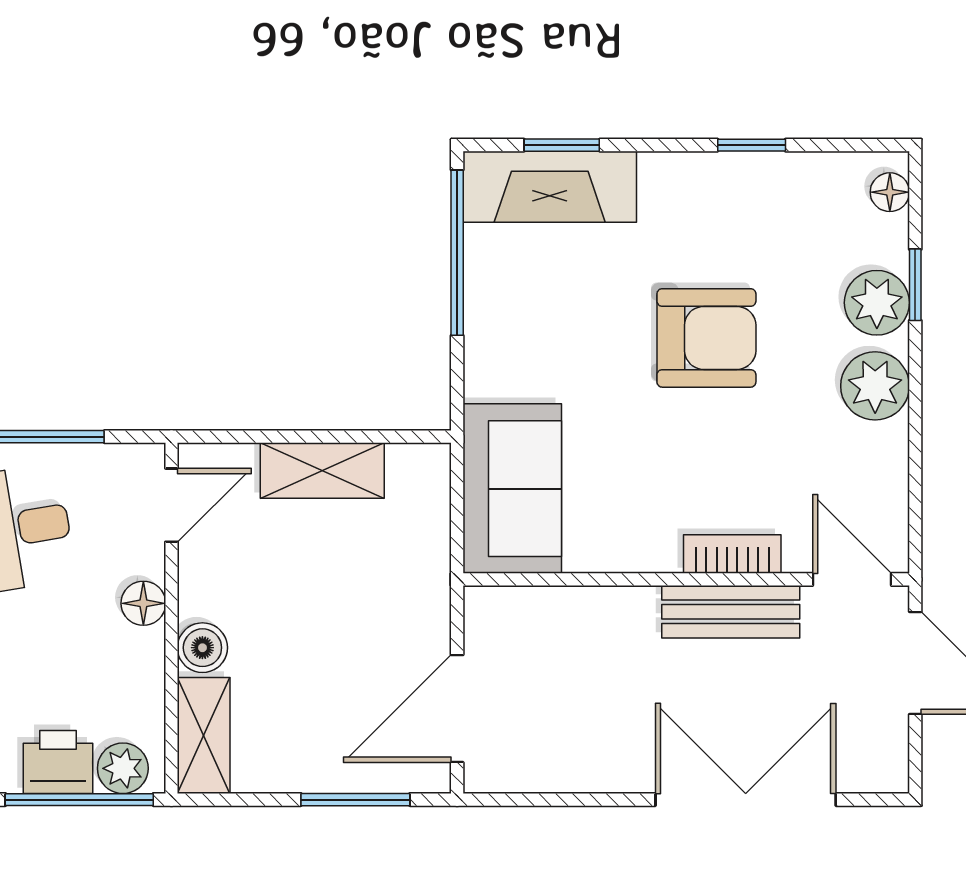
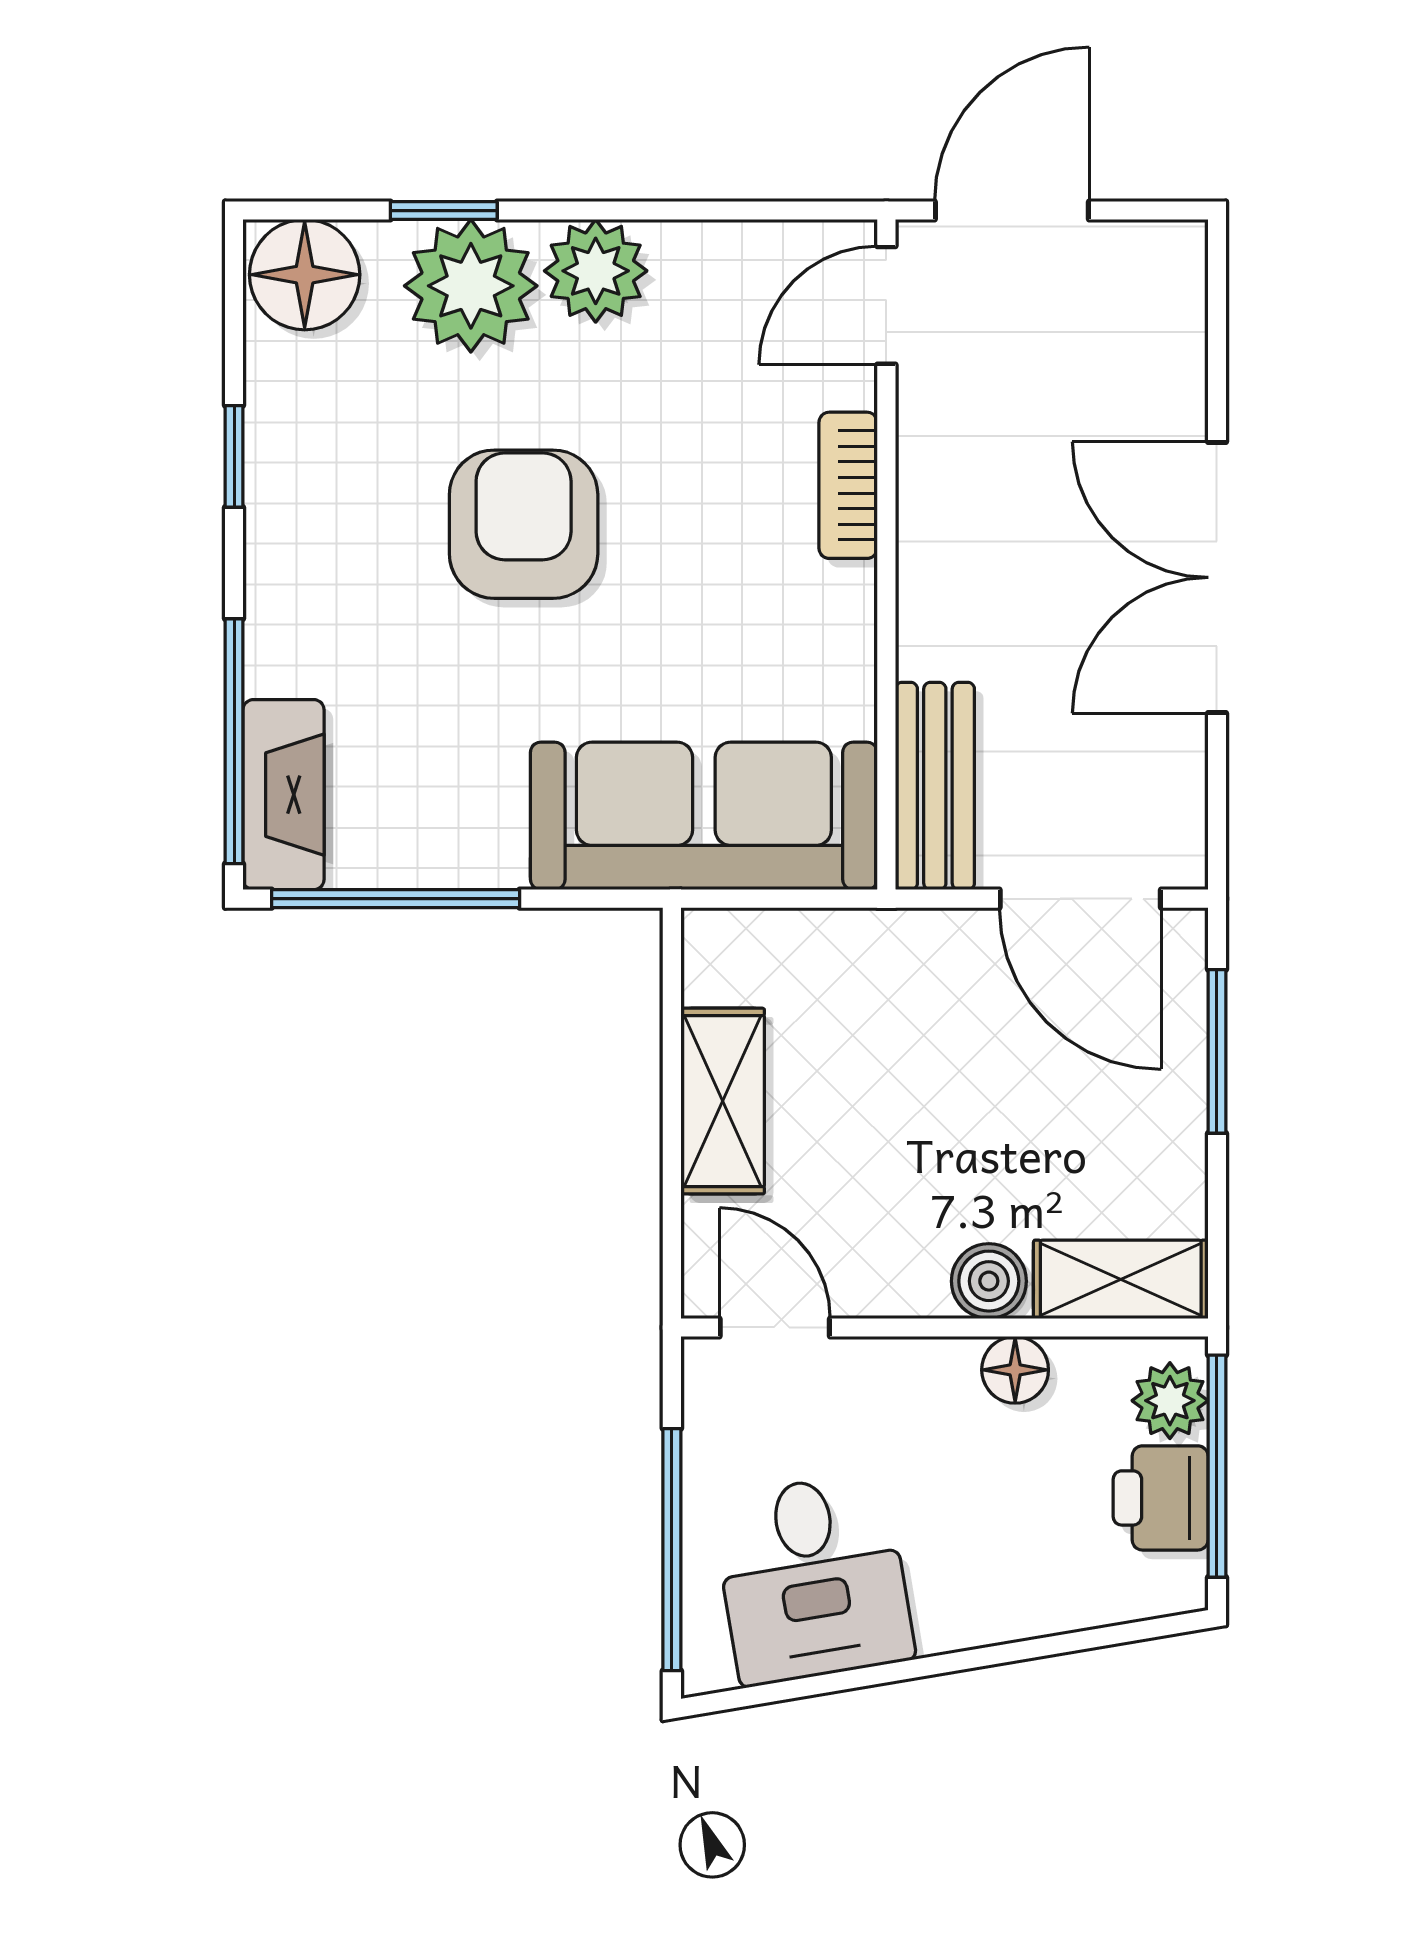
window: (562, 145) -> (234, 741), width x2.17
fireplace: (550, 187) -> (284, 795), width x0.73, depth x0.76
floor lamp: (890, 192) -> (305, 275), width x1.89, depth x1.89
plant: (877, 303) -> (471, 286), width x1.36, depth x1.36
sofa: (512, 489) -> (704, 816), width x1.36
floor lamp: (143, 603) -> (1015, 1370), moved
bench: (731, 612) -> (935, 786), moved
double door: (746, 800) -> (1217, 577), moved

